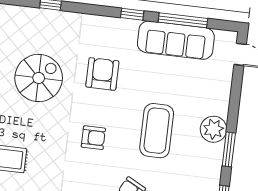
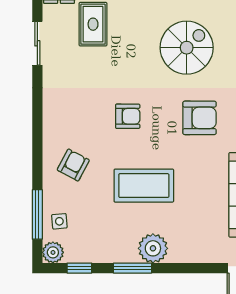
spiral stairs: (39, 78) -> (187, 48), turned -90
armchair: (93, 138) -> (128, 116), turned -90

